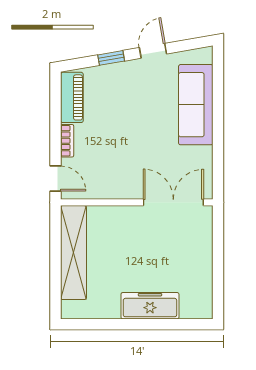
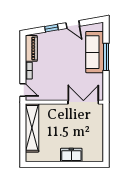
door: (153, 51) -> (73, 24), swing flipped
window: (218, 114) -> (106, 57), added
freezer: (150, 306) -> (71, 155), width x0.71

